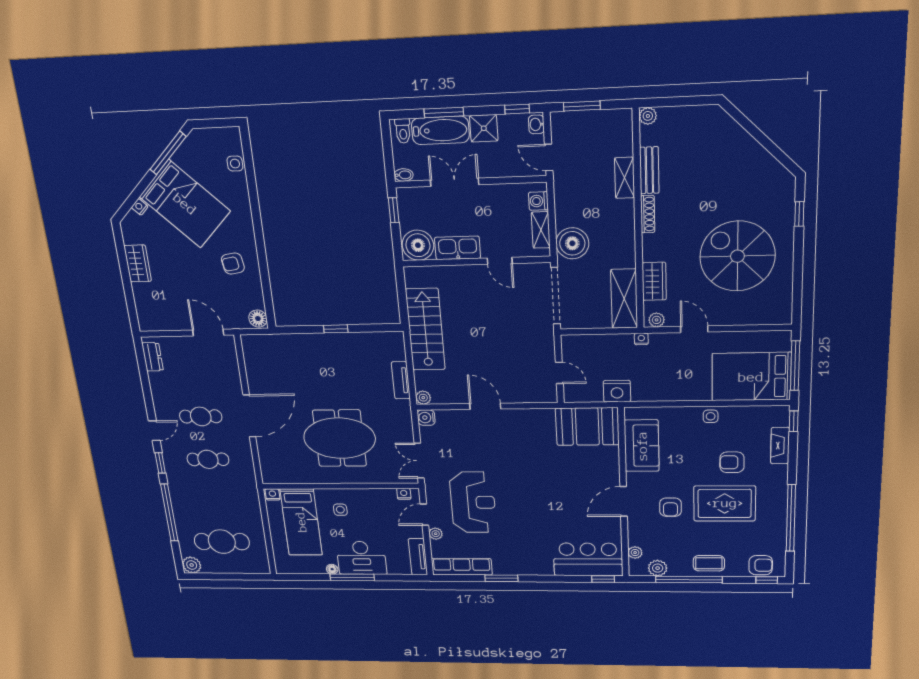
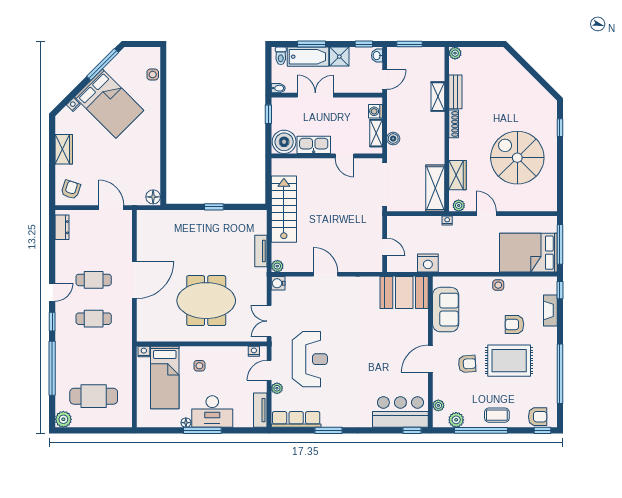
door: (549, 157) -> (385, 80), swing flipped
boiler: (572, 243) -> (393, 139), width x0.54, depth x0.54
armchair: (233, 263) -> (71, 190), moved, turned 117
armchair: (670, 507) -> (467, 364), turned -94

